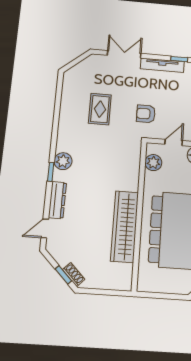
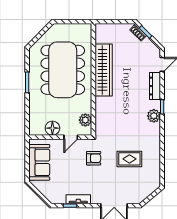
tv unit: (162, 65) -> (78, 199), width x0.71
rug: (100, 109) -> (129, 159), turned 90

